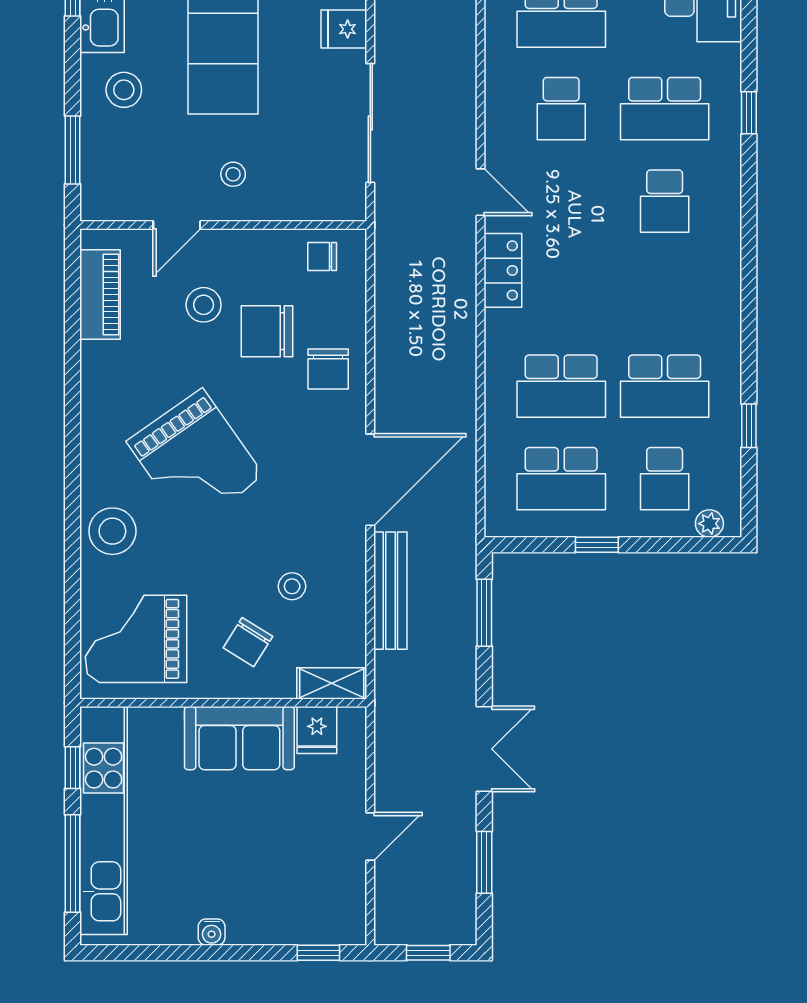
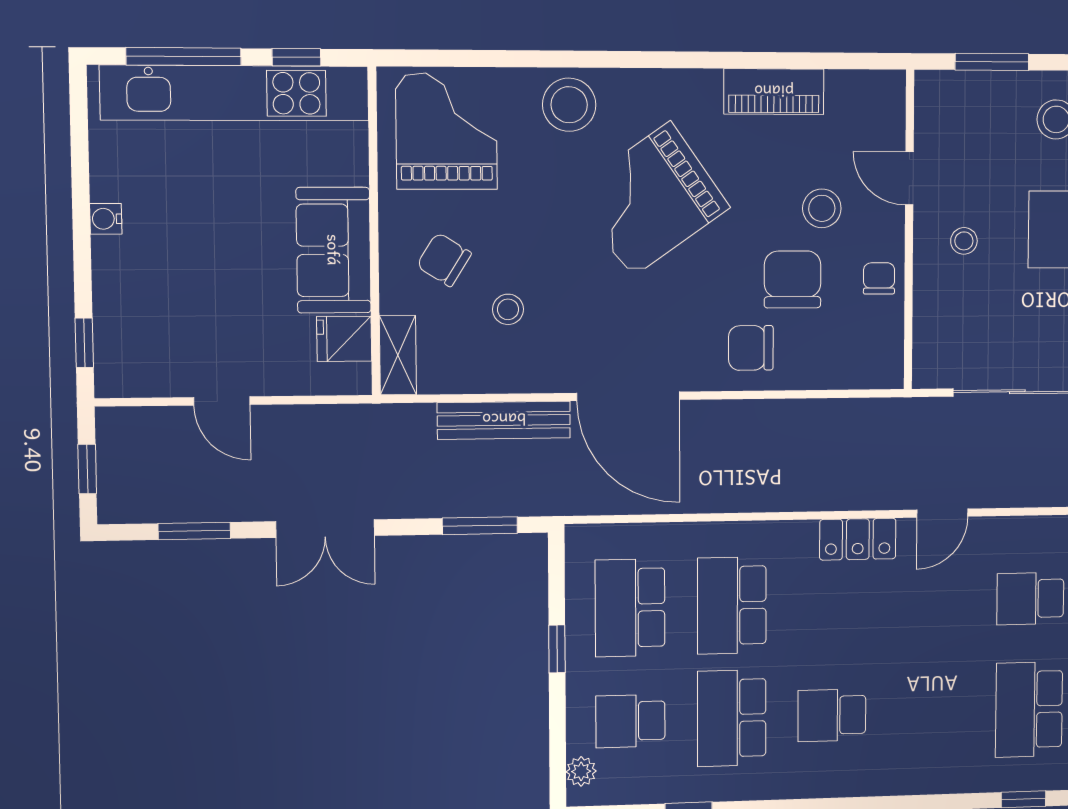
school desk: (665, 201) -> (832, 715), moved
chair: (322, 257) -> (879, 278), moved
piano: (100, 295) -> (774, 92), moved

